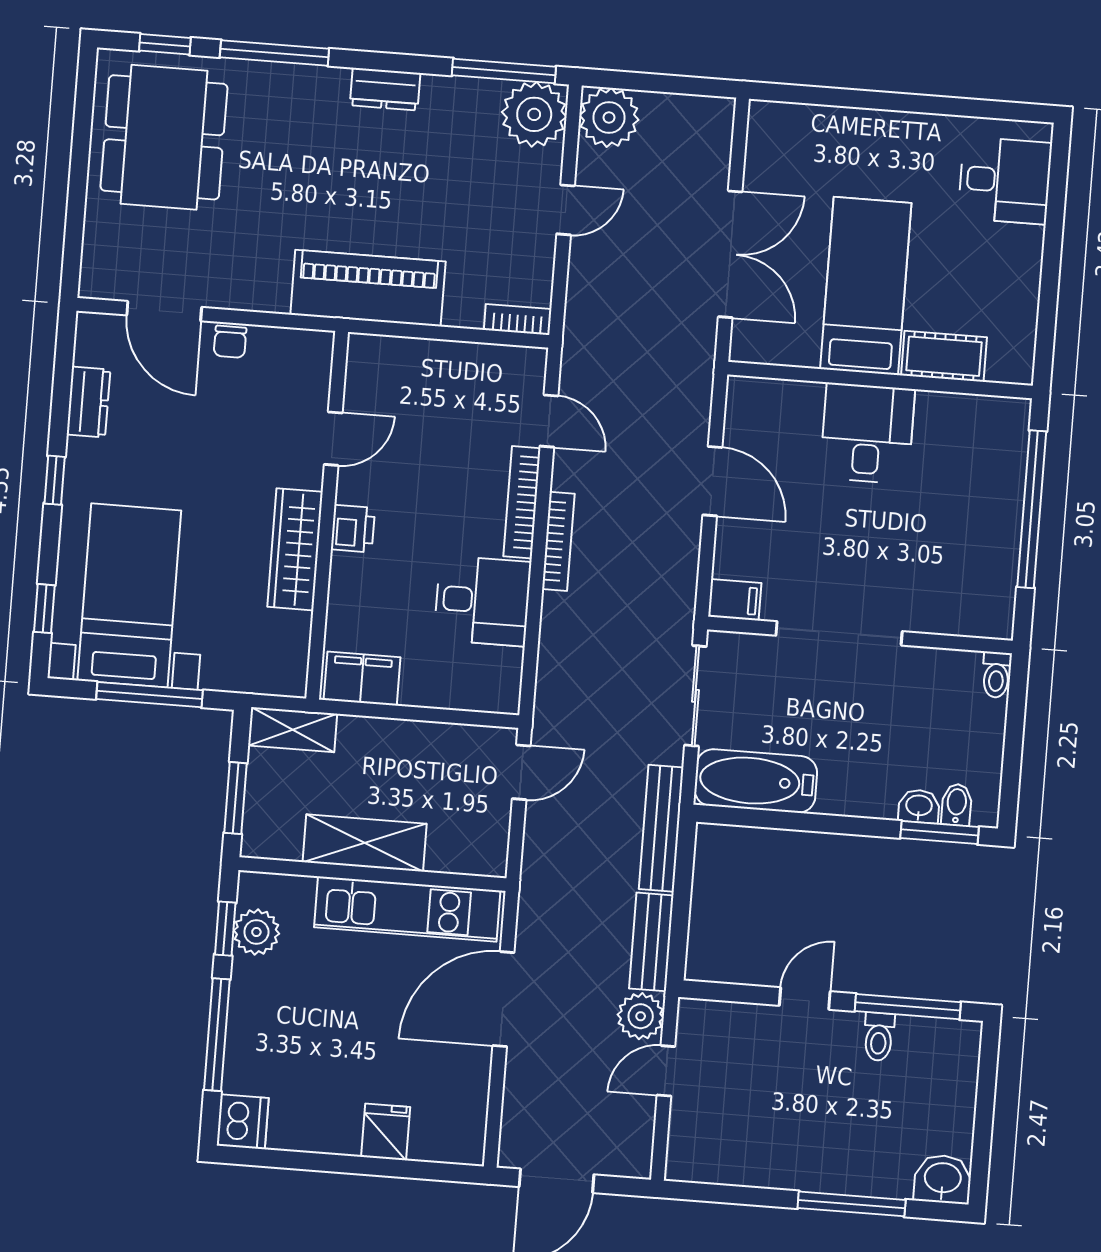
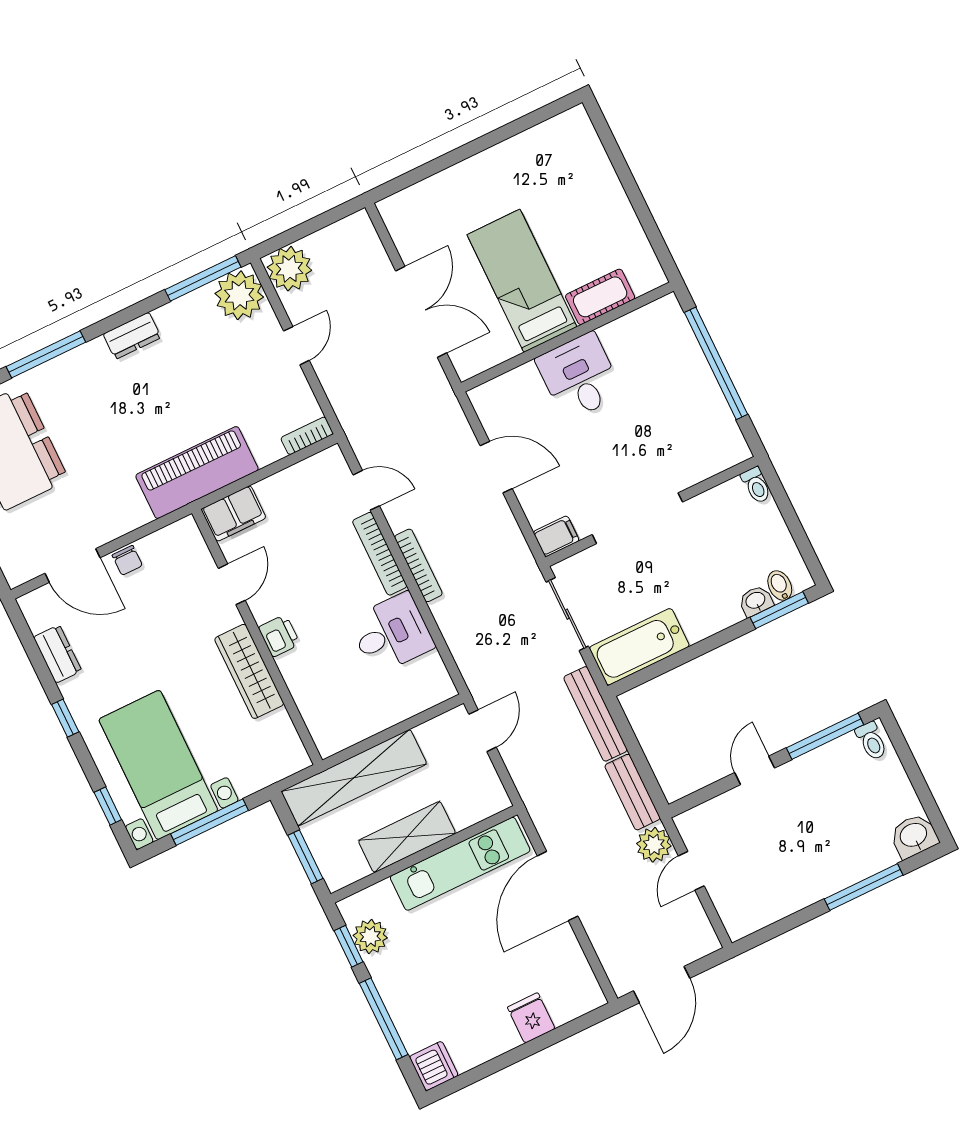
desk: (1005, 180) -> (573, 159), removed
filing cabinet: (362, 679) -> (234, 513), moved, turned 180
shelving: (293, 730) -> (354, 778), width x2.20, depth x1.33
toilet: (879, 1037) -> (872, 741), moved

